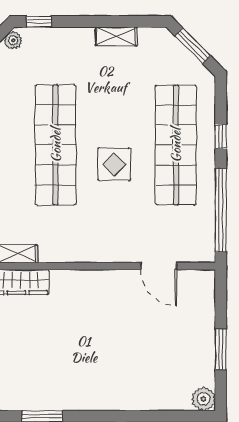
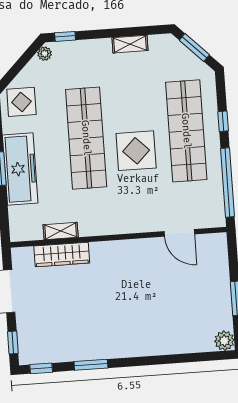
display table: (114, 164) -> (136, 151), width x1.36, depth x1.36

